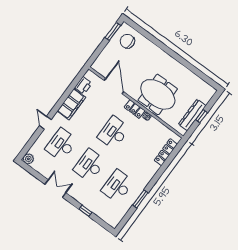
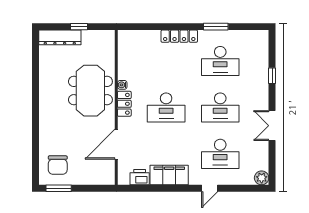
dresser: (192, 115) -> (60, 37), moved
locker: (166, 152) -> (179, 36), moved

